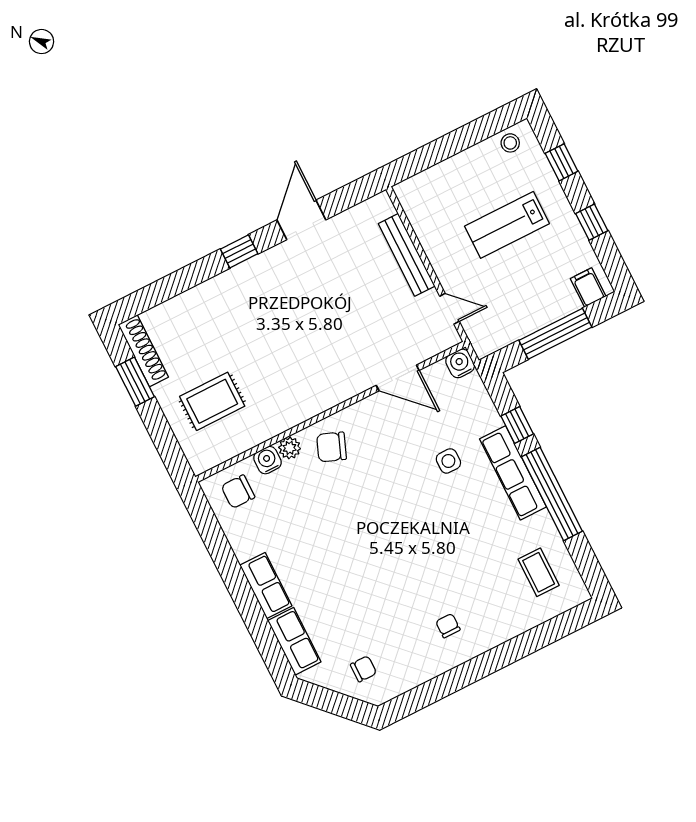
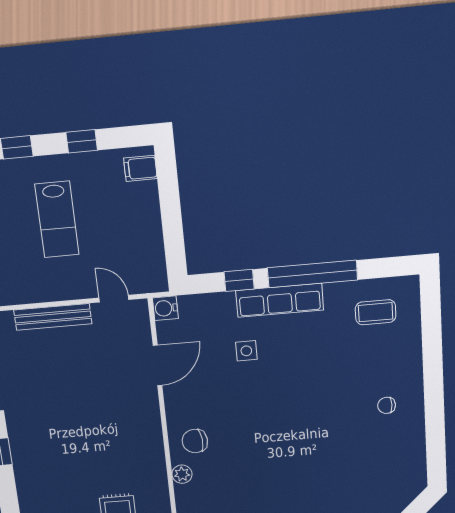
door: (450, 309) -> (114, 299), hinge flipped
window: (555, 334) -> (171, 215), removed
chair: (332, 447) -> (195, 441), turned 64
water cooler: (267, 460) -> (185, 495), removed
chair: (363, 669) -> (391, 486), removed

